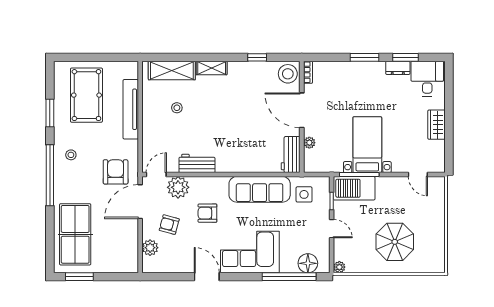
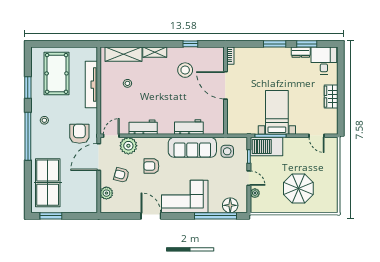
stool: (288, 74) -> (185, 70), moved
plant: (309, 143) -> (231, 111), removed
workbench: (291, 155) -> (189, 127), moved, turned 90
plant: (339, 267) -> (255, 193), moved

